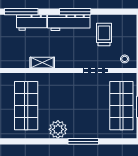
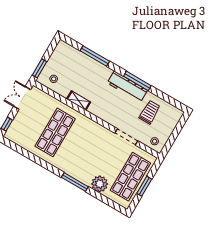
workbench: (32, 22) -> (98, 69), removed
shelving: (42, 63) -> (79, 101), moved
plant: (58, 129) -> (100, 184), moved
window: (83, 141) -> (75, 182), moved

